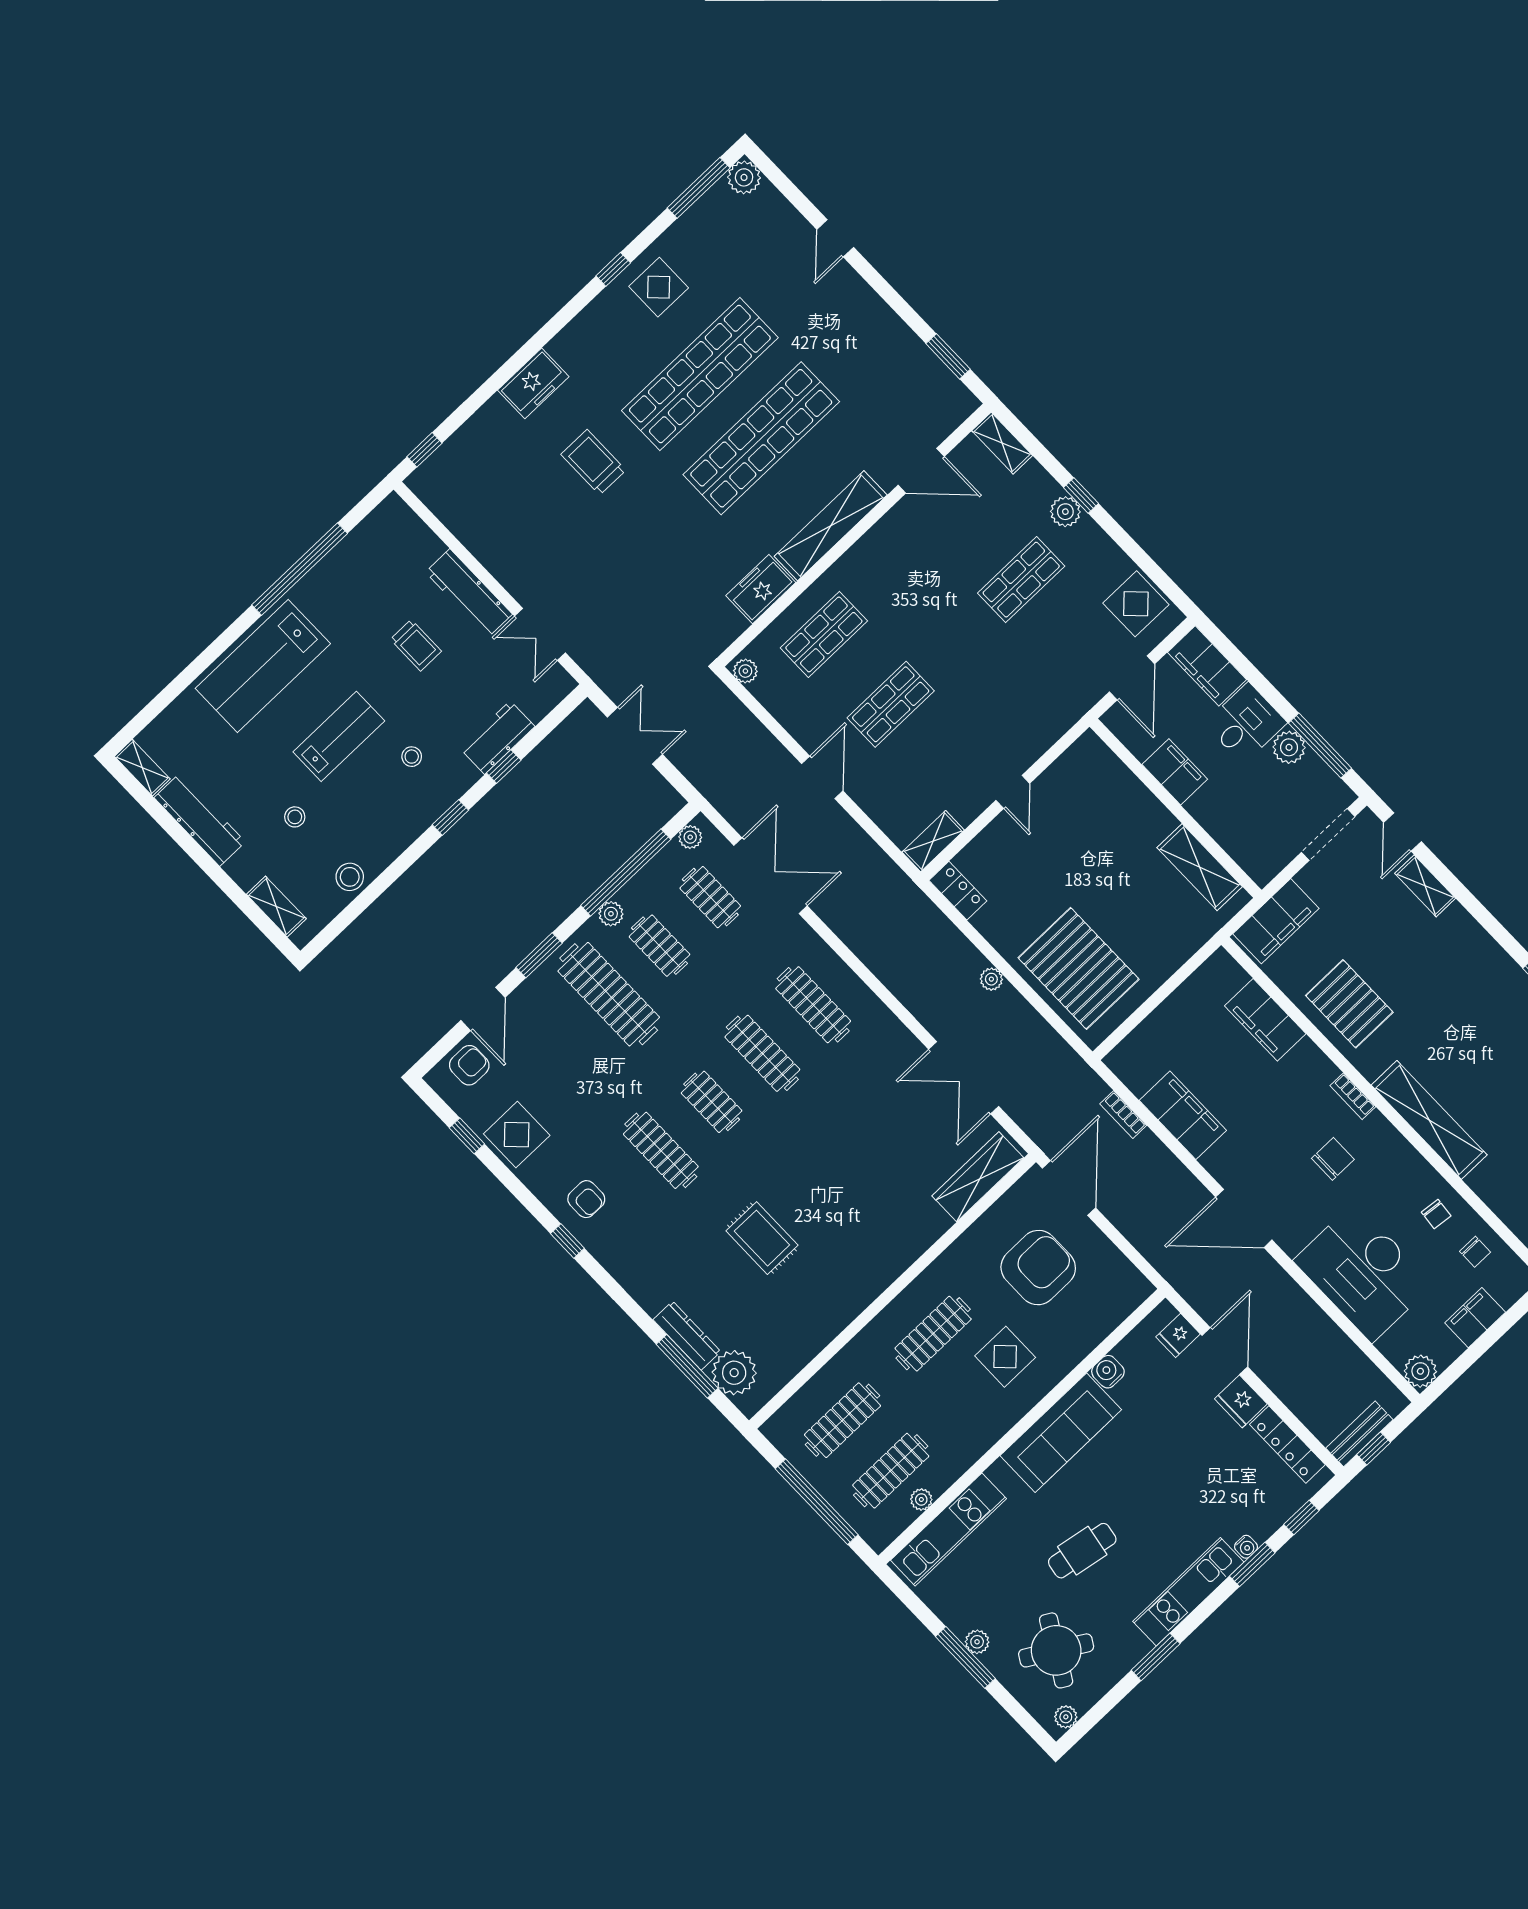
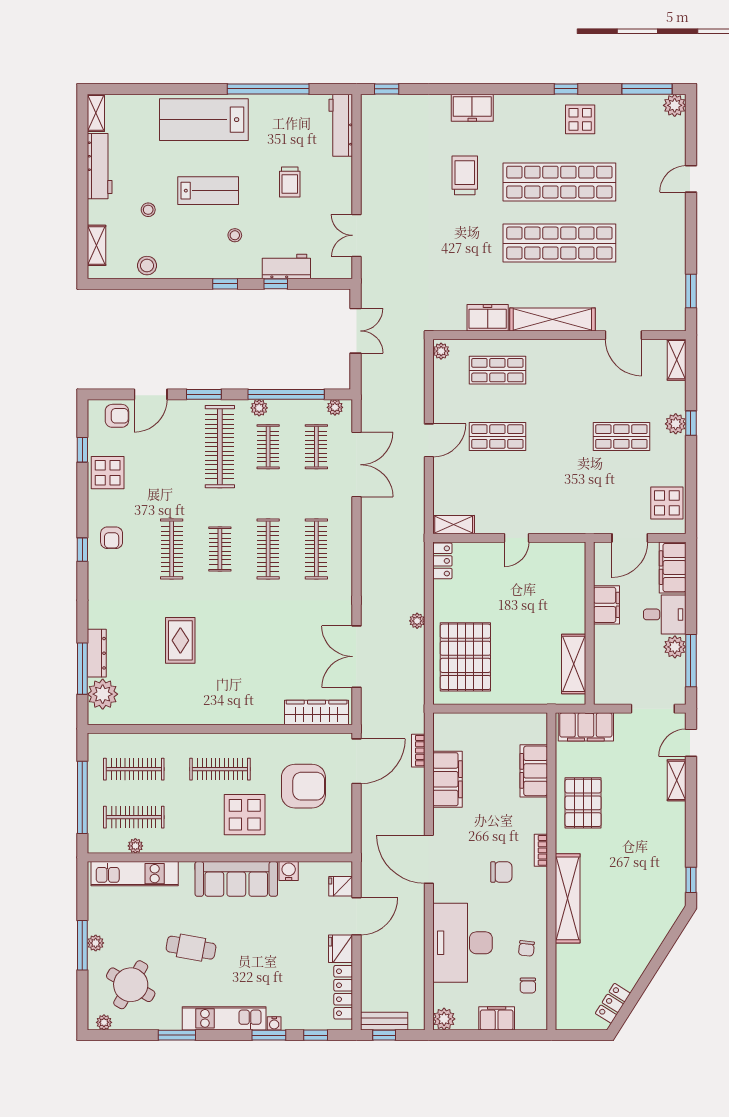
workbench: (469, 593) -> (341, 125), moved
display table: (1005, 1357) -> (245, 815), width x1.36, depth x1.36

